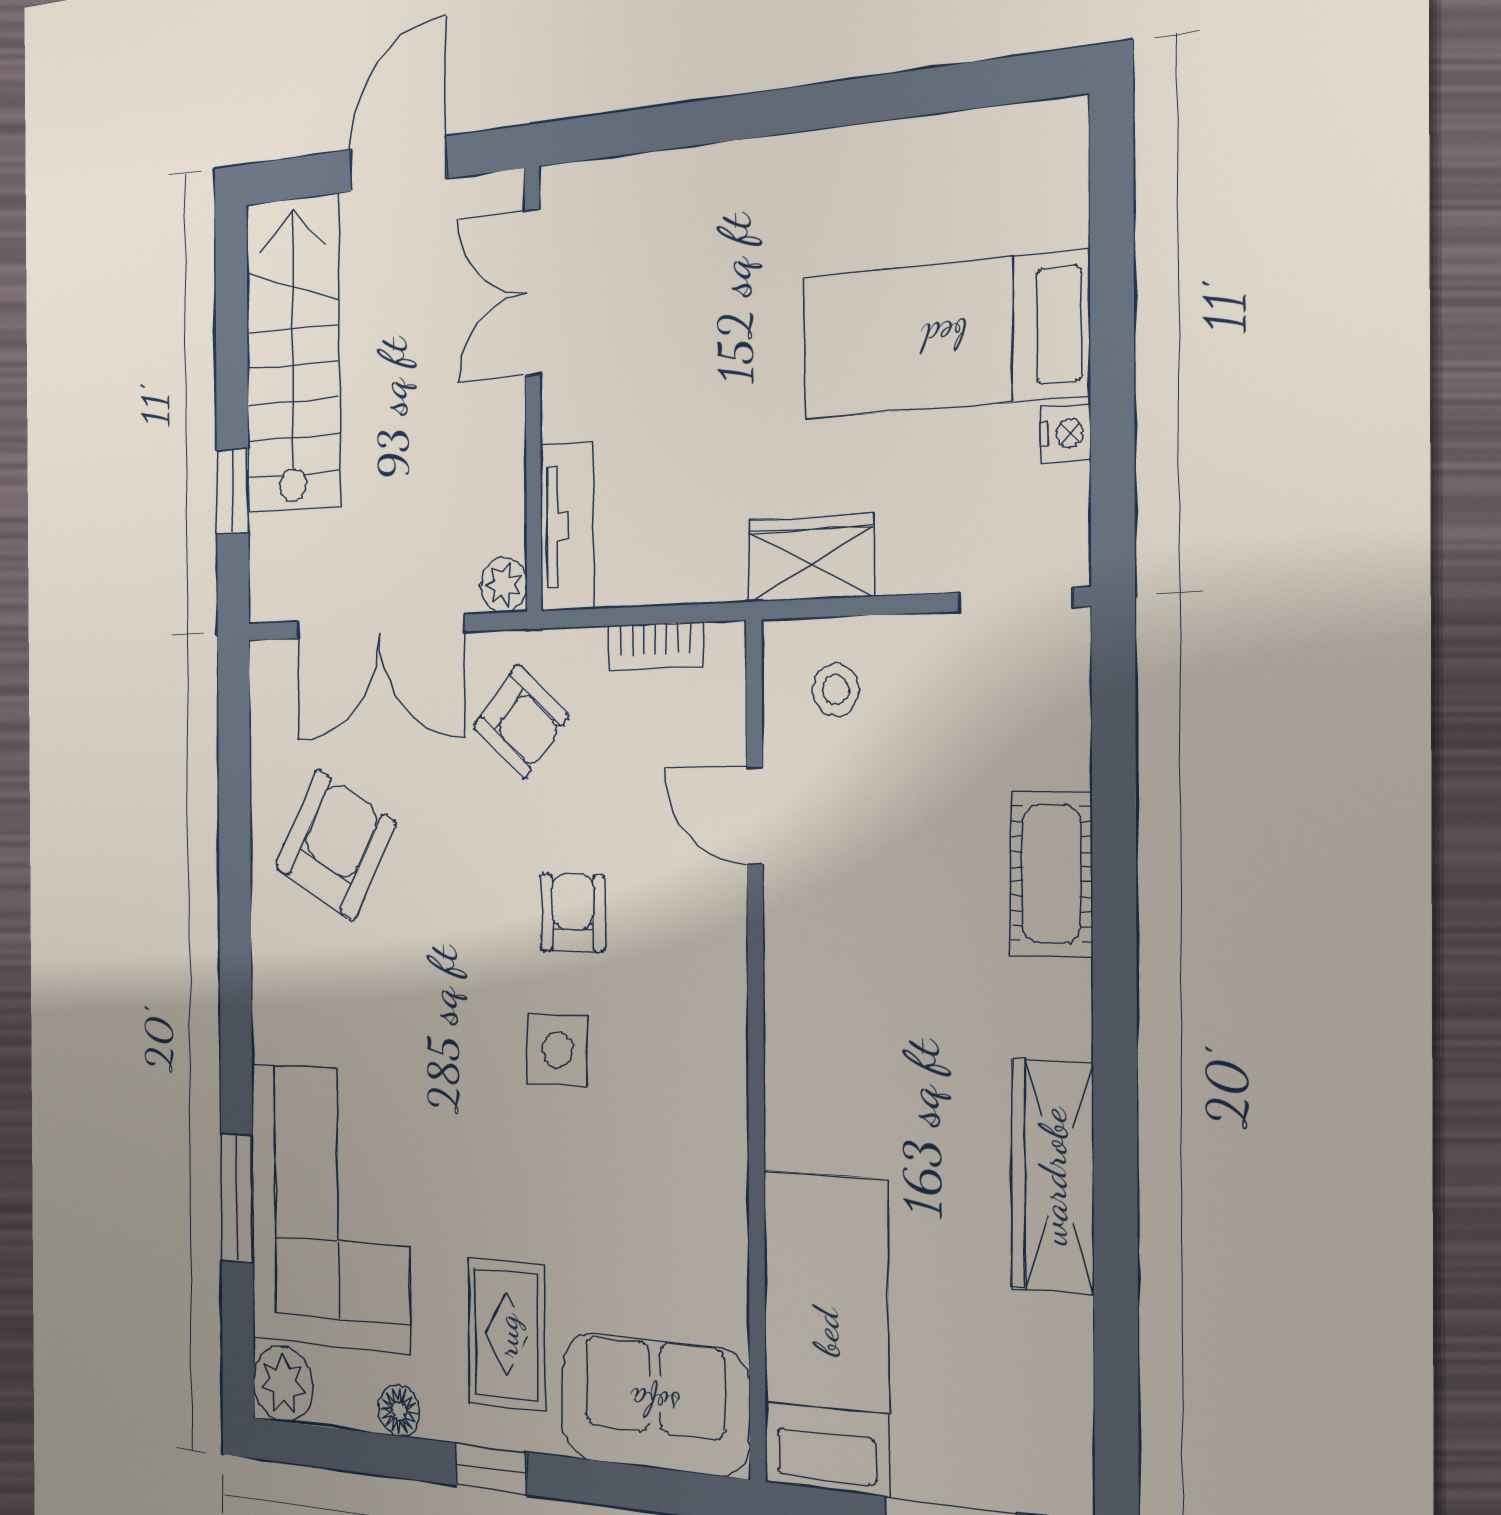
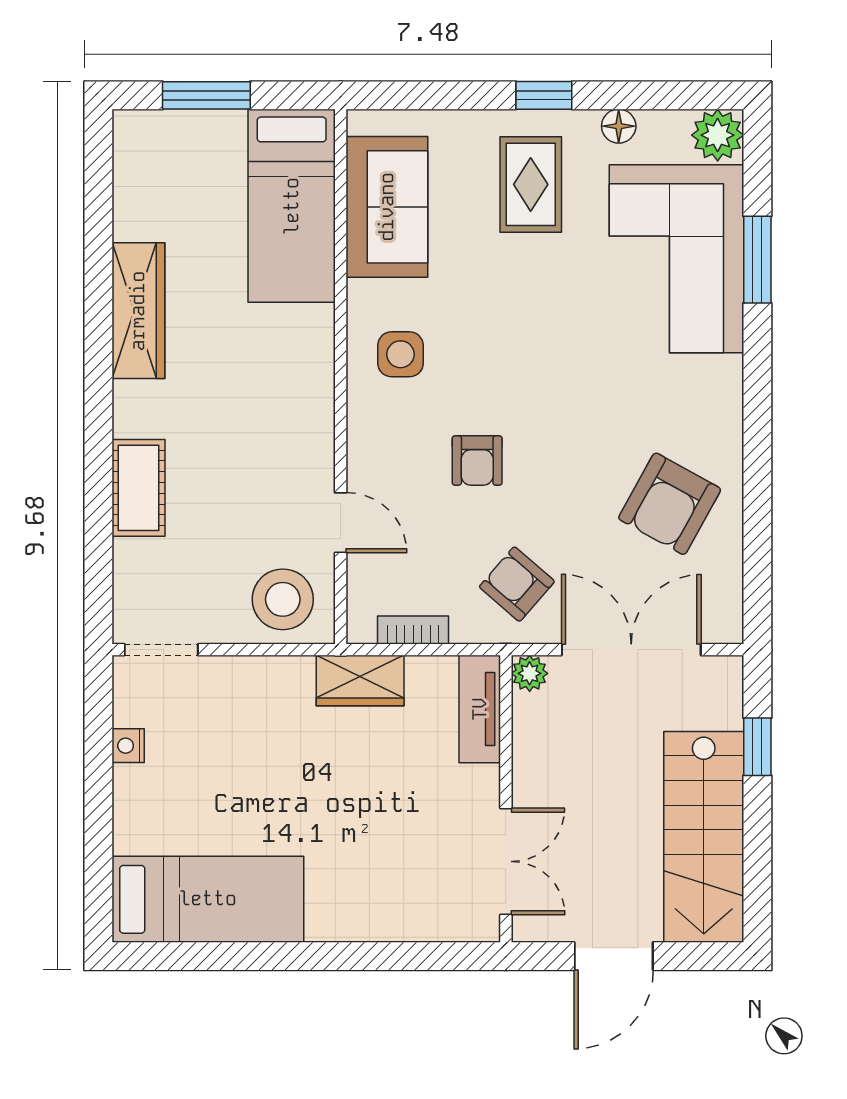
bed: (944, 336) -> (208, 899), moved
wardrobe: (811, 558) -> (360, 681), moved
stool: (836, 690) -> (283, 599), width x1.89, depth x1.89
side table: (558, 1050) -> (401, 354), moved
sofa: (655, 1404) -> (387, 207), moved, turned -90

